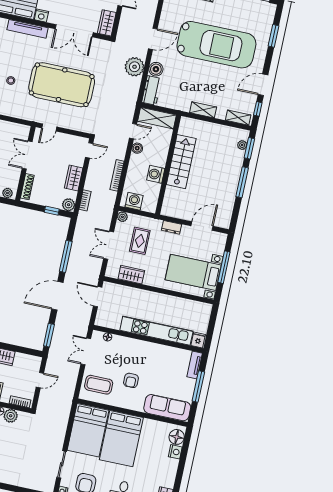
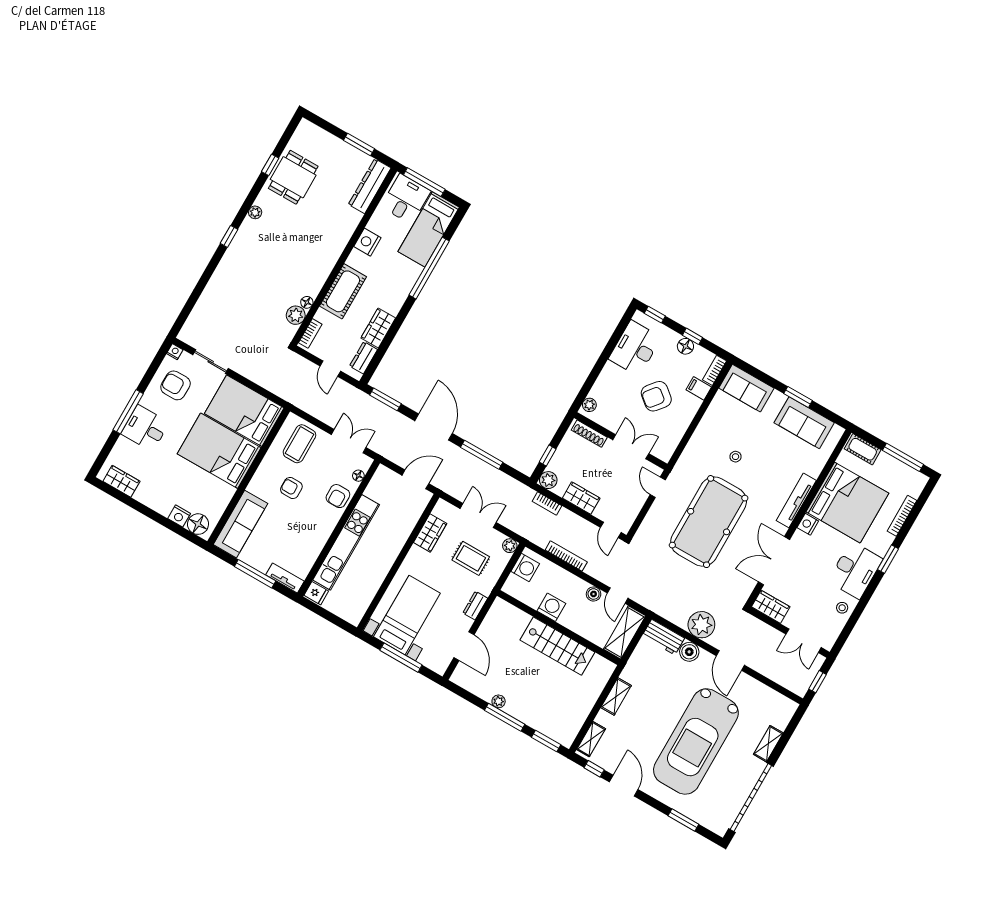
plant: (242, 145) -> (499, 701), moved
armchair: (126, 347) -> (338, 496), added
dresser: (25, 360) -> (364, 358), added

